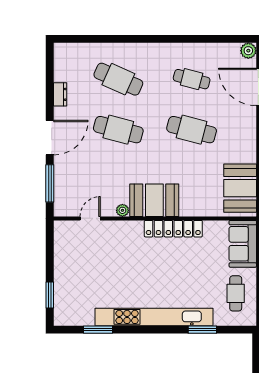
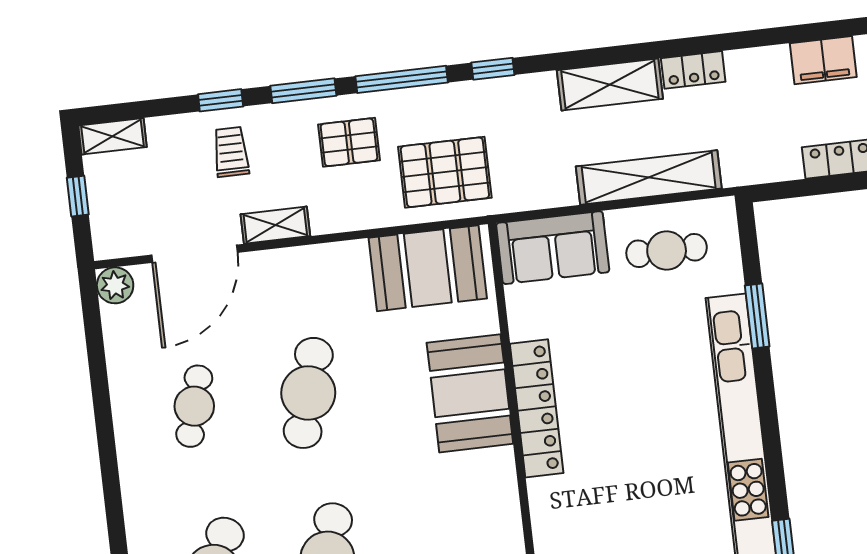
booth: (154, 200) -> (470, 393), moved
plant: (122, 210) -> (509, 528), removed

